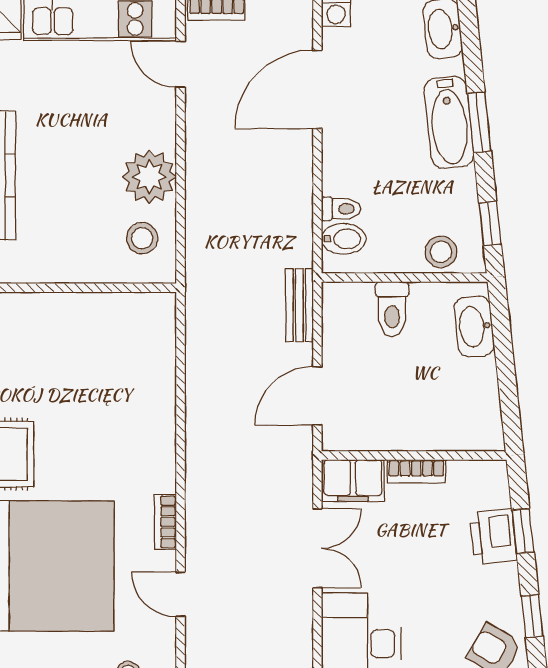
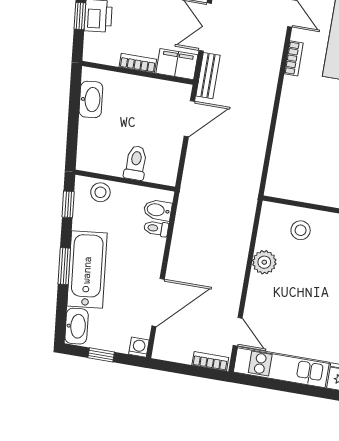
bathtub: (449, 122) -> (87, 270), width x1.36, depth x1.36
plant: (149, 177) -> (264, 262), width x0.73, depth x0.73
stool: (142, 238) -> (301, 230), moved
bench: (299, 305) -> (208, 76), moved
washbasin: (474, 327) -> (91, 99), moved

